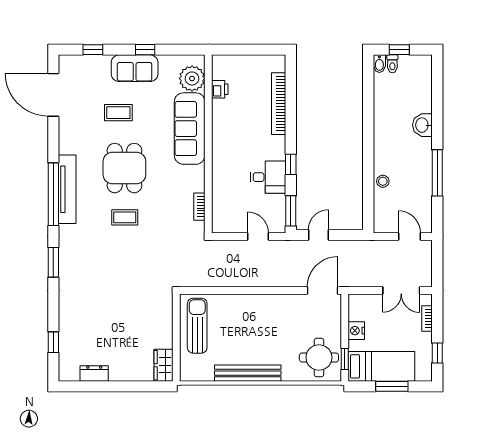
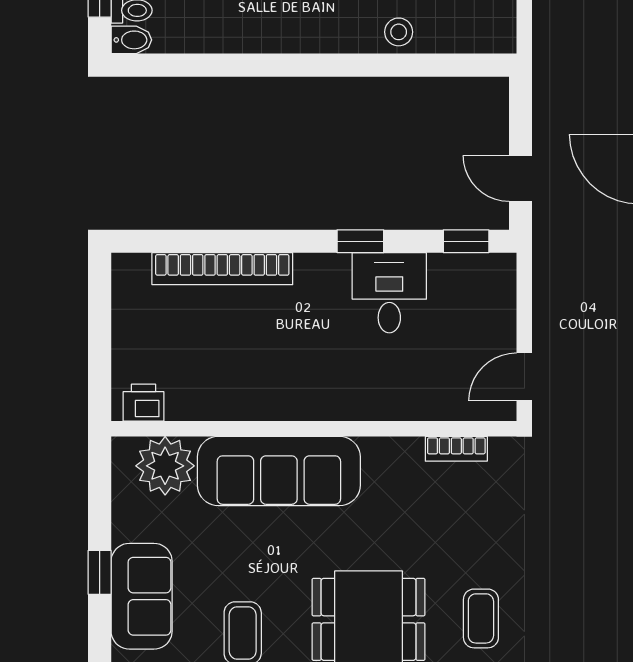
printer: (220, 89) -> (144, 403), moved
window: (291, 211) -> (466, 241), width x0.67
door: (258, 237) -> (524, 377), moved

